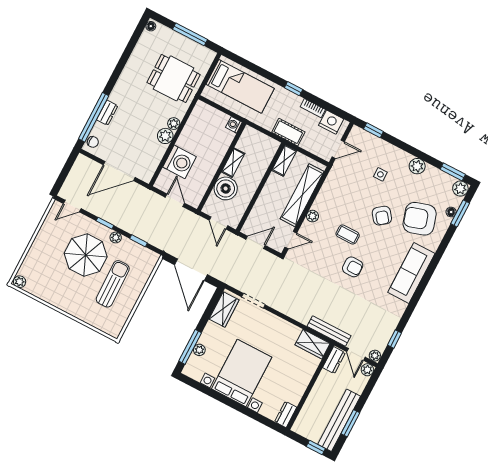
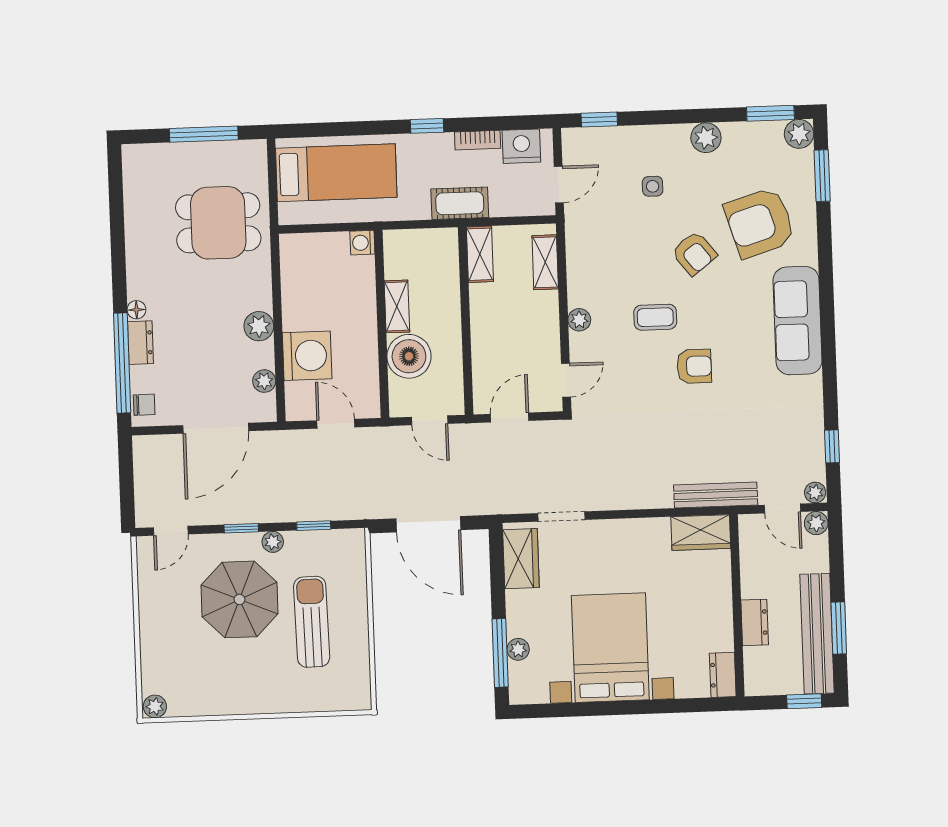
floor lamp: (151, 26) -> (136, 310), moved
plant: (174, 124) -> (264, 381), moved
shelving: (302, 195) -> (545, 262), width x0.45, depth x0.75
floor lamp: (451, 212) -> (806, 182), removed
dresser: (334, 360) -> (755, 622), moved

